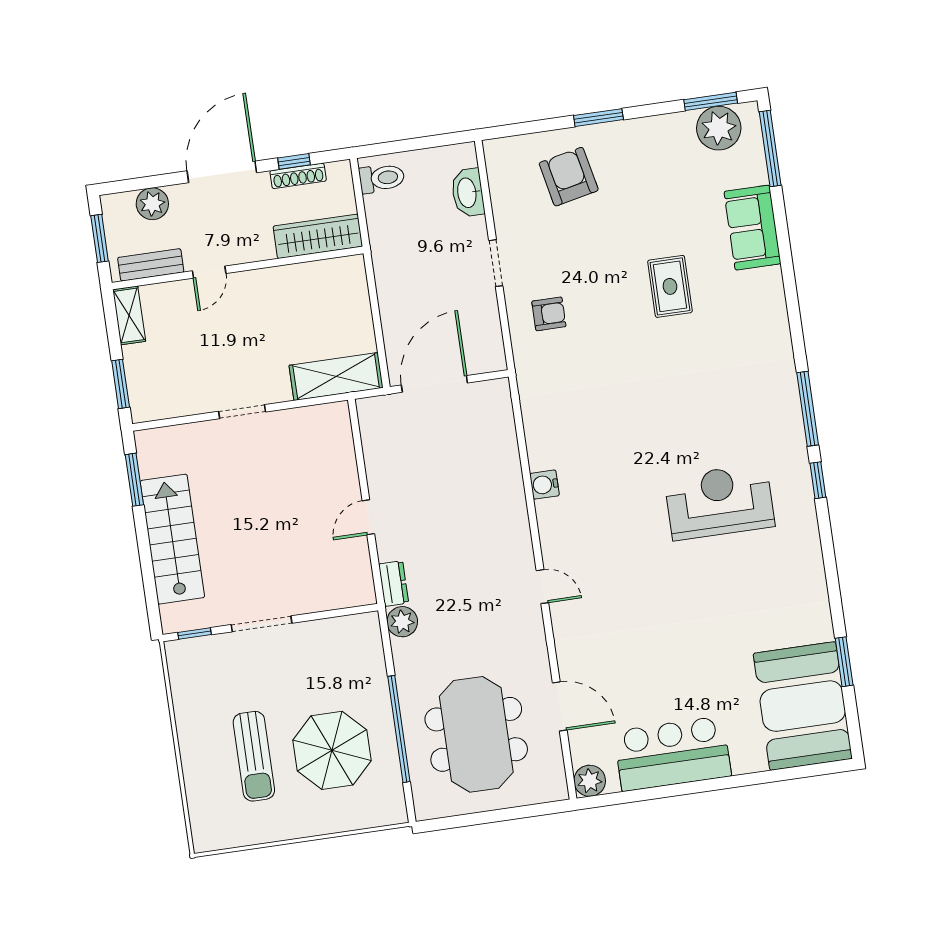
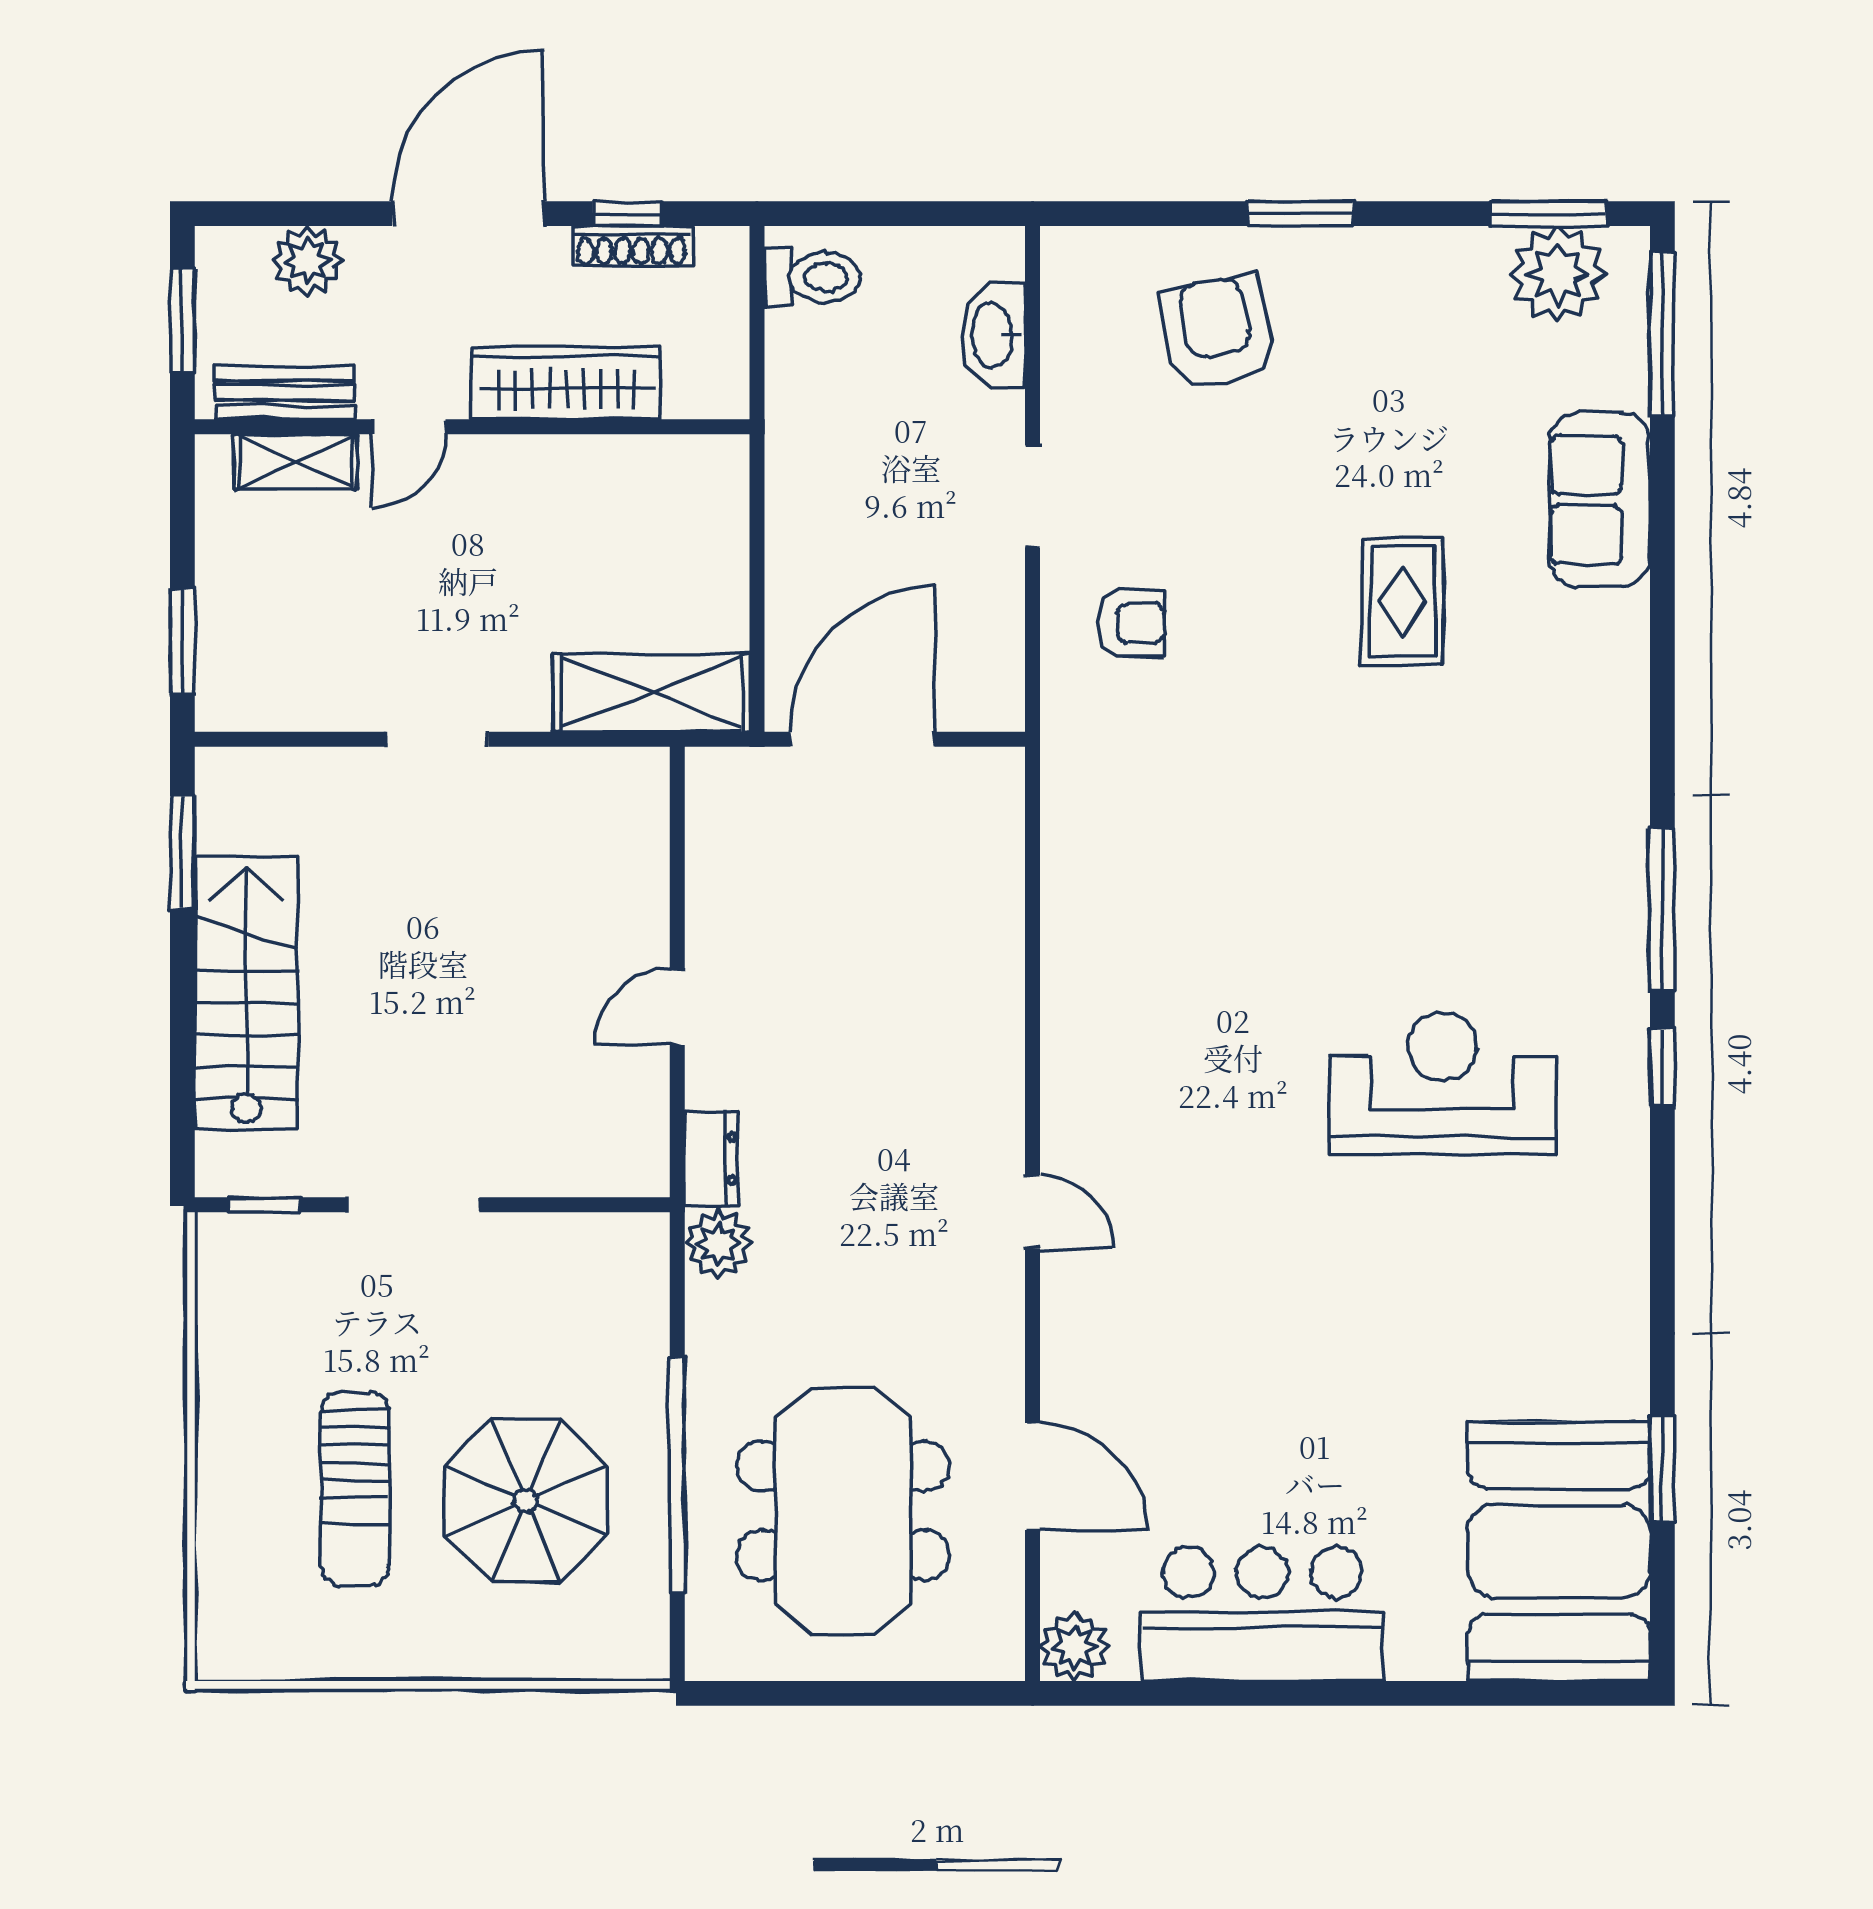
wardrobe: (318, 236) -> (566, 383), moved
shelving: (129, 315) -> (295, 462), moved, turned 90
water cooler: (544, 485) -> (1069, 991), removed

